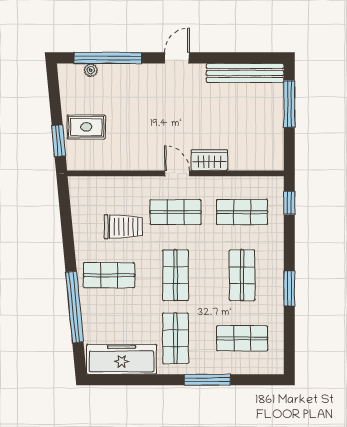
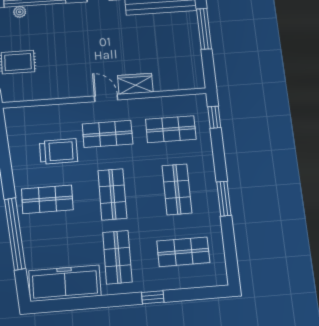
window: (207, 380) -> (153, 297), width x0.46

